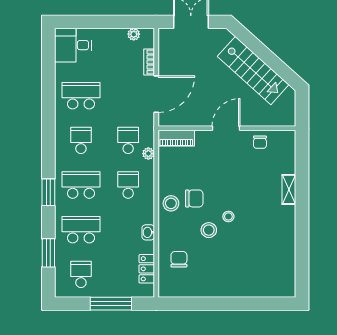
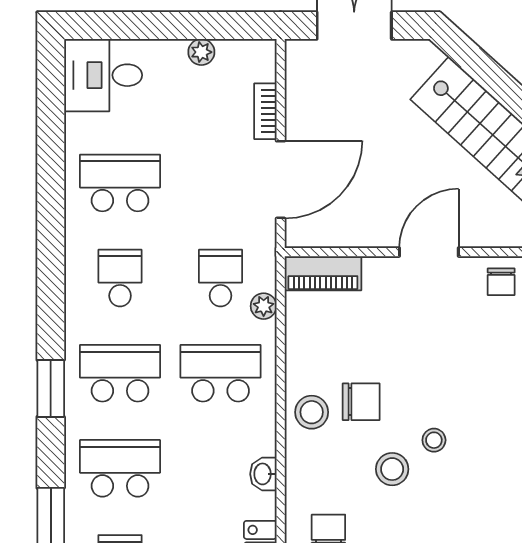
plant: (134, 34) -> (201, 52), moved
school desk: (128, 185) -> (221, 373), width x1.85

